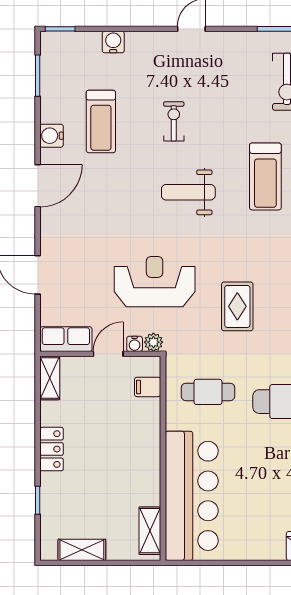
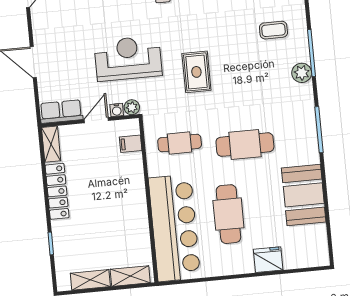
locker: (52, 449) -> (57, 191), width x1.53
cafe table: (260, 485) -> (228, 214), added
shelving: (150, 531) -> (130, 276), moved, turned 90

